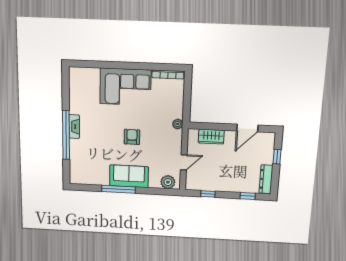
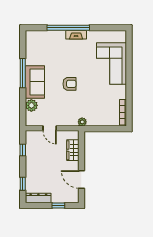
corner sofa: (125, 87) -> (111, 63), moved
plant: (168, 182) -> (31, 105), moved

